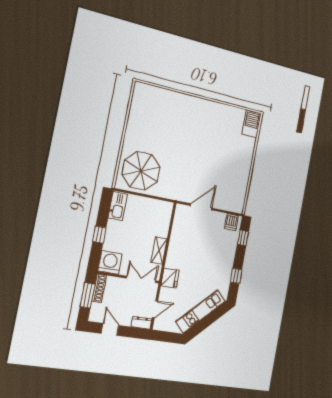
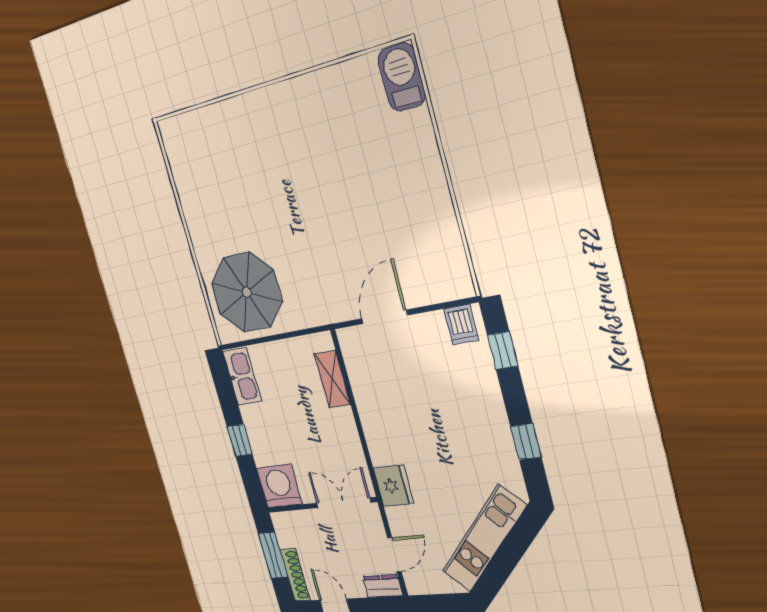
shelving: (159, 250) -> (333, 379), moved
shoe rack: (99, 288) -> (295, 575), moved

